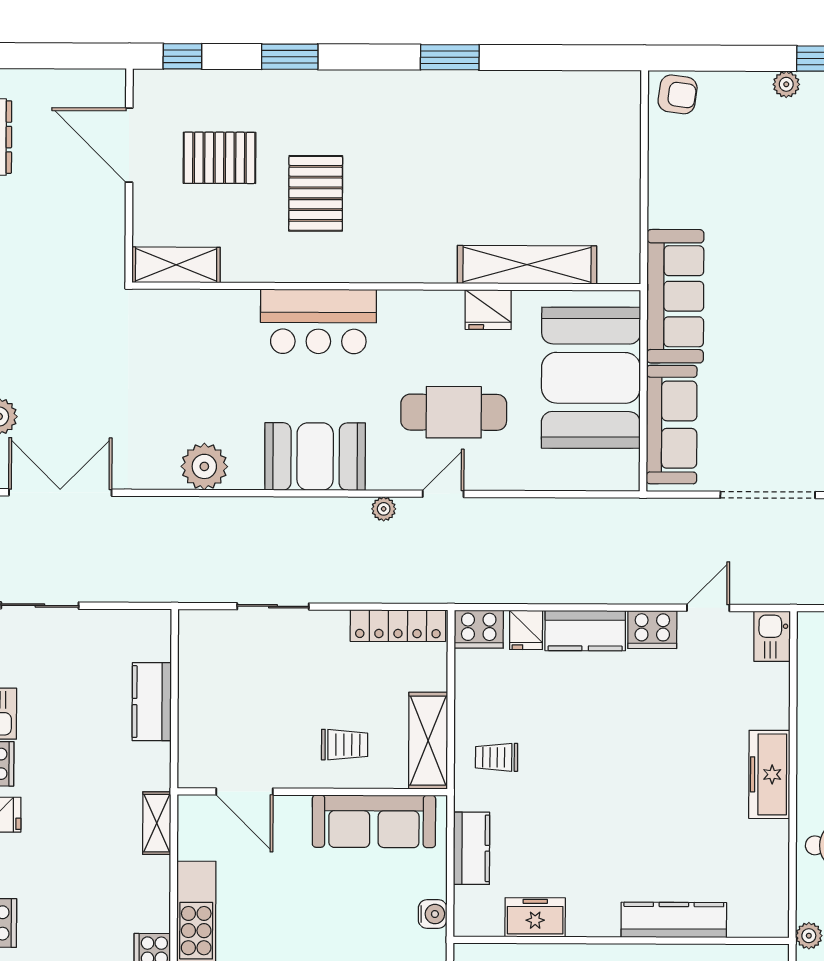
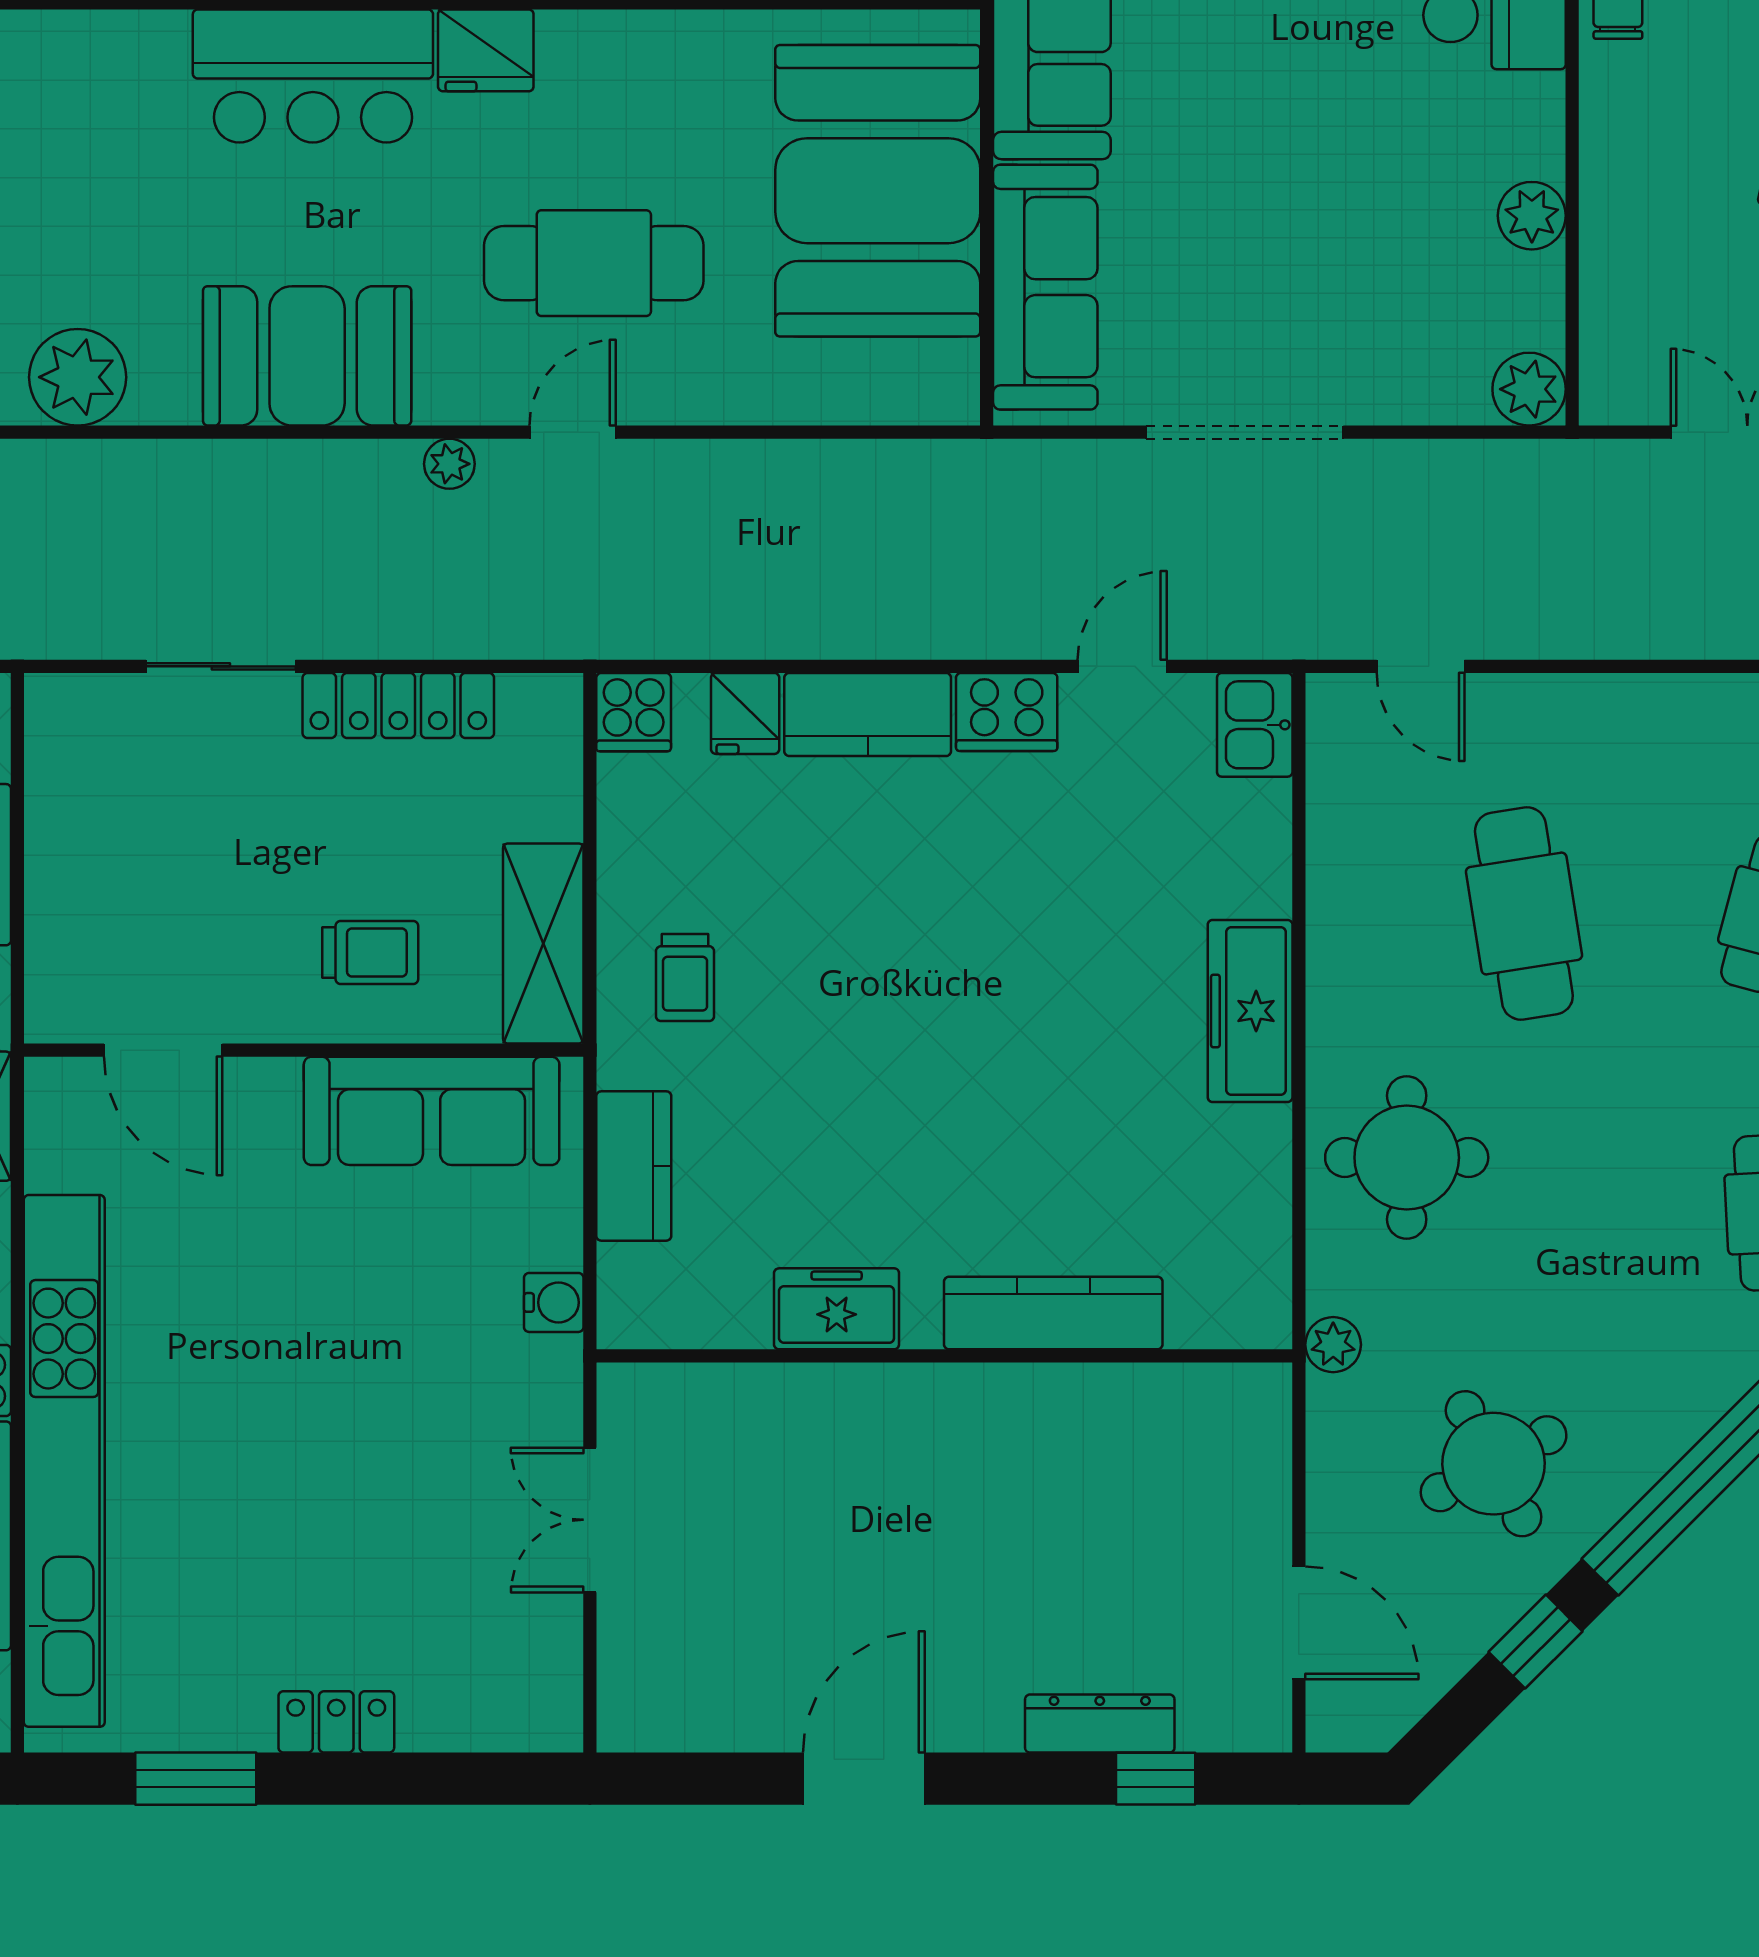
fridge: (488, 310) -> (486, 50), moved
locker: (398, 626) -> (398, 706), moved
cooker: (479, 629) -> (634, 712), width x0.73
trolley: (497, 757) -> (685, 978), turned -90
freezer: (535, 917) -> (837, 1309), moved

